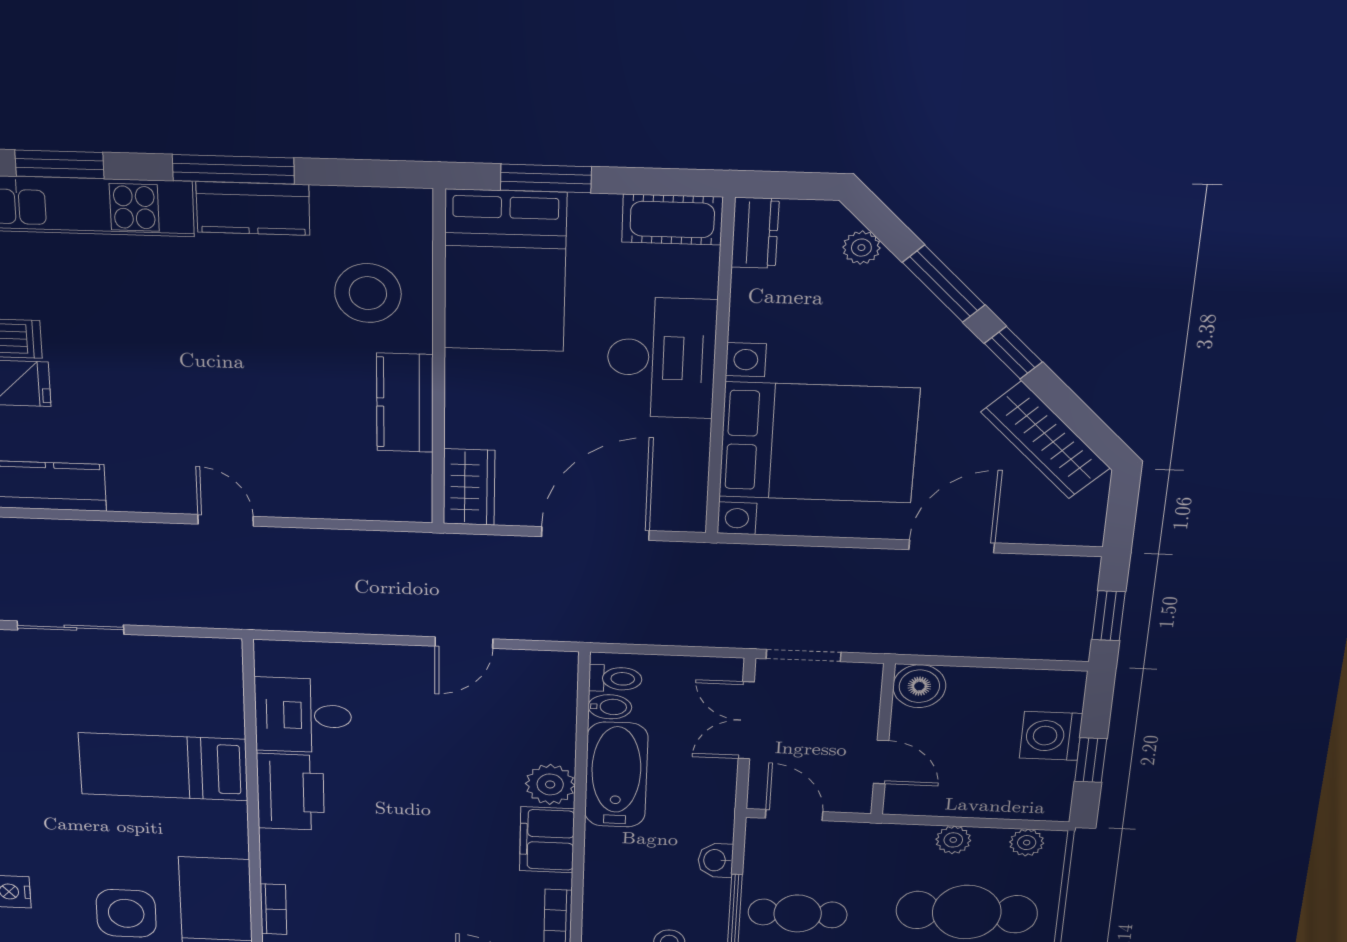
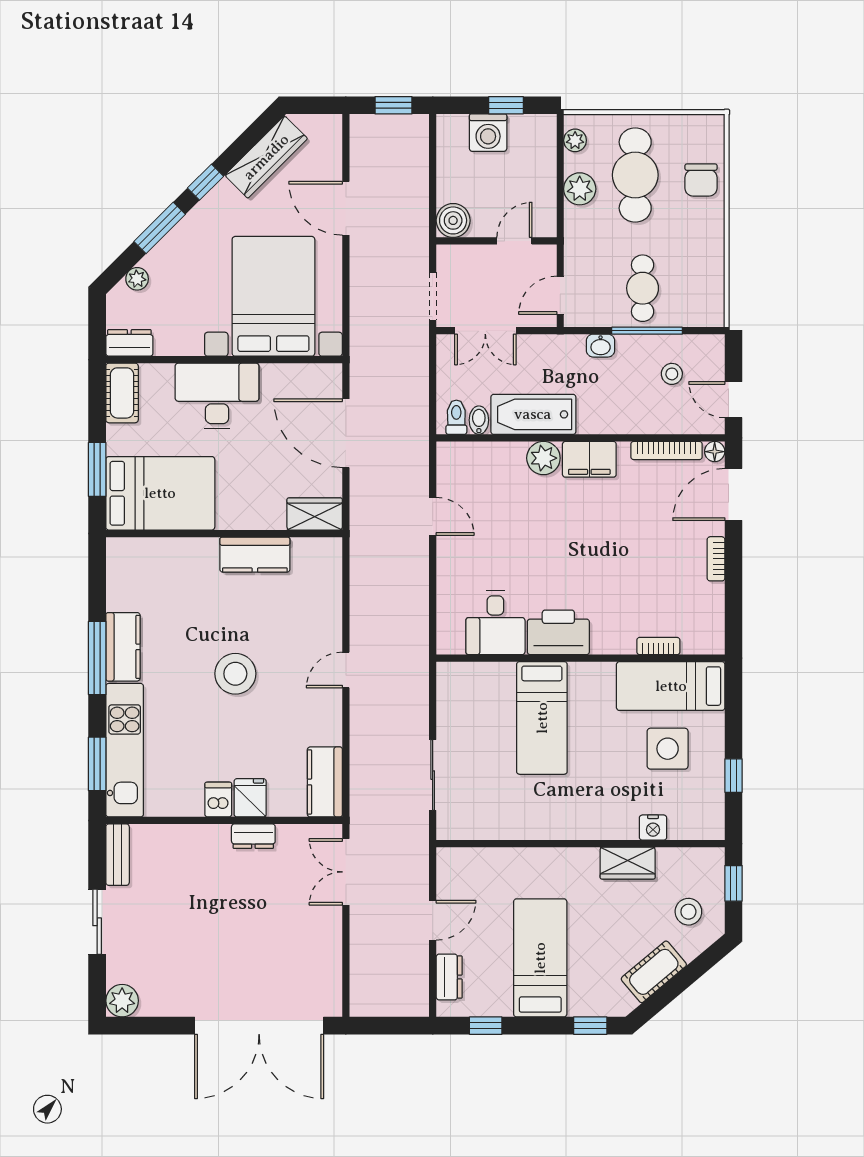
stool: (368, 293) -> (235, 674), moved
plant: (953, 840) -> (580, 189), width x1.38, depth x1.38

